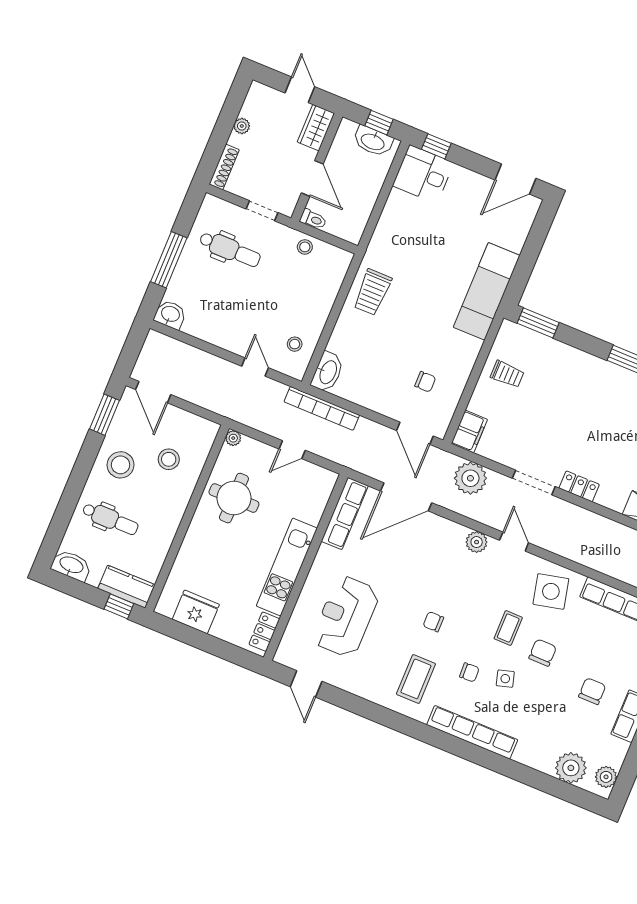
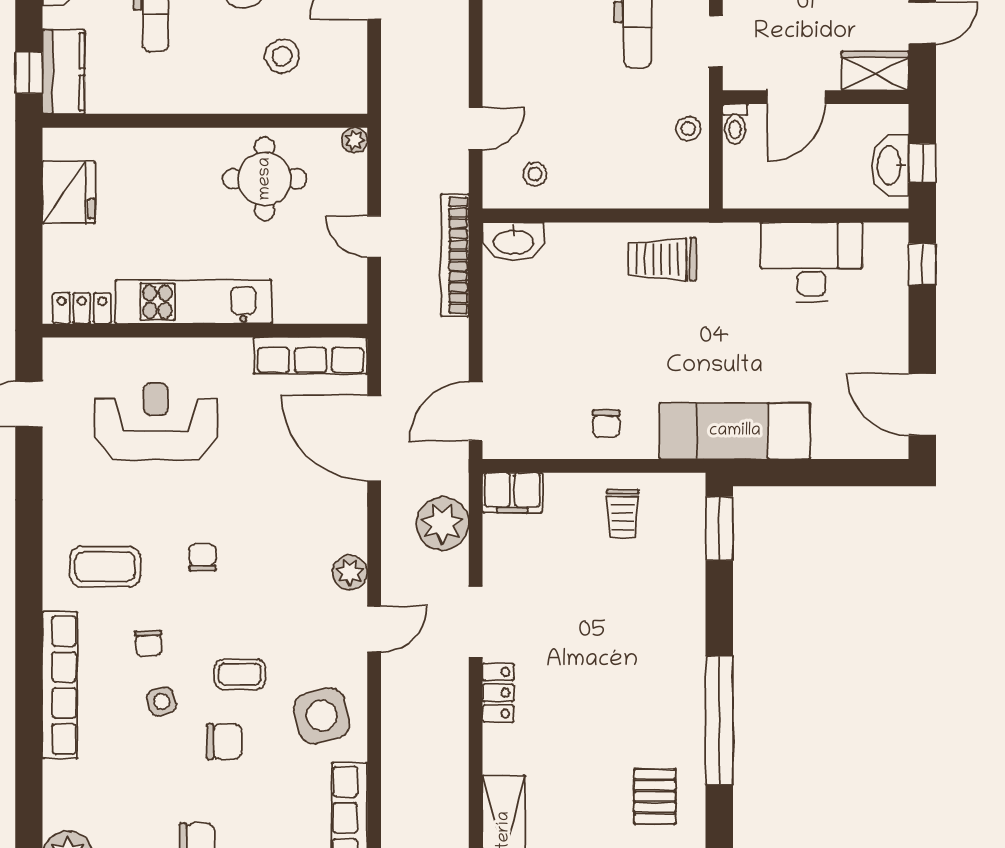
desk: (423, 174) -> (811, 262), moved, width x1.37
chair: (425, 382) -> (606, 424), moved

